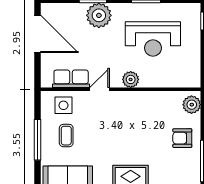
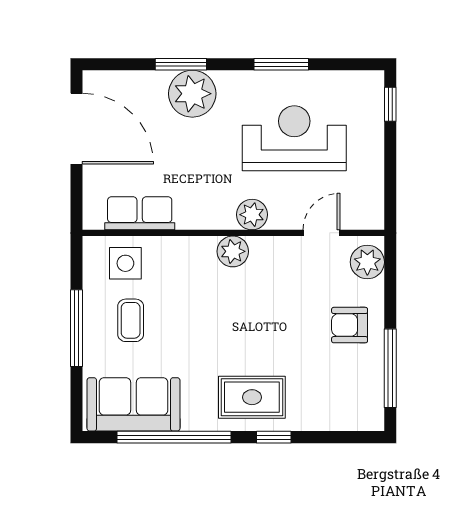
reception desk: (153, 39) -> (294, 138), turned 180
door: (99, 89) -> (321, 233), moved
plant: (120, 99) -> (233, 251), added

